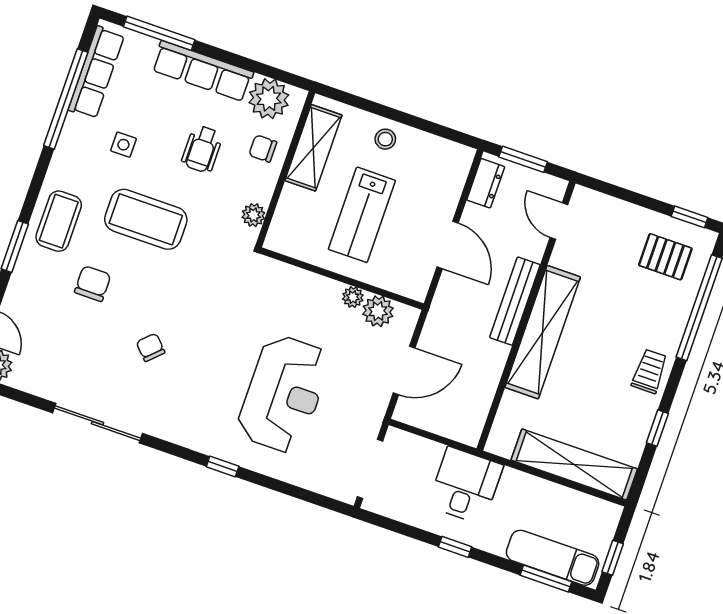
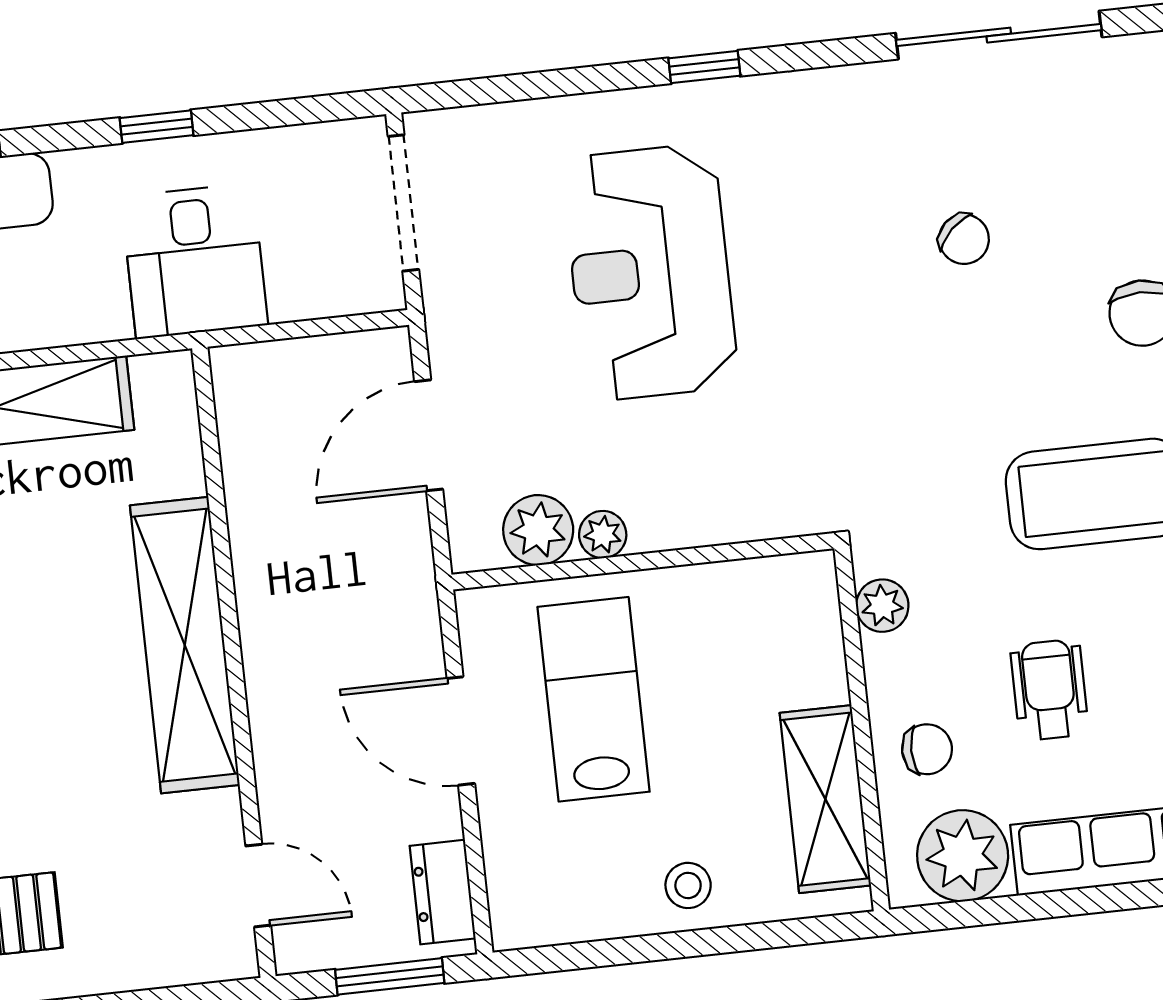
lab bench: (362, 215) -> (594, 699), moved
bench: (515, 301) -> (271, 682), removed

